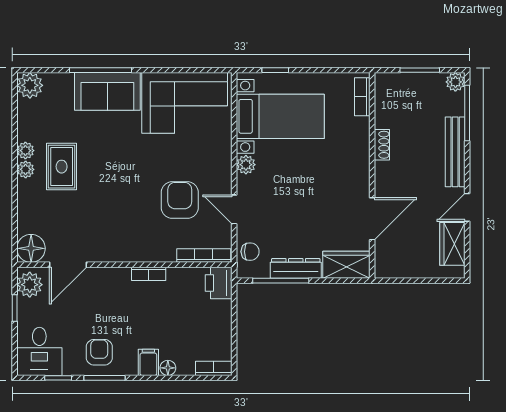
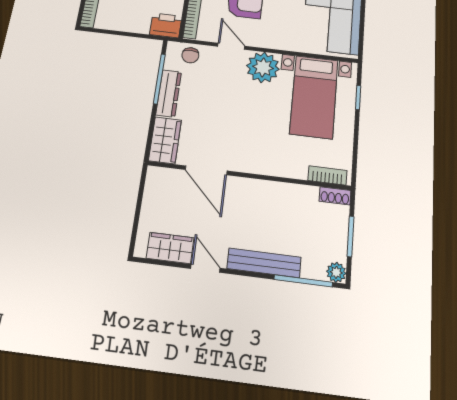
shoe rack: (382, 145) -> (335, 196), moved
plant: (246, 165) -> (263, 67), width x1.87, depth x1.87
door: (234, 209) -> (231, 46), hinge flipped

